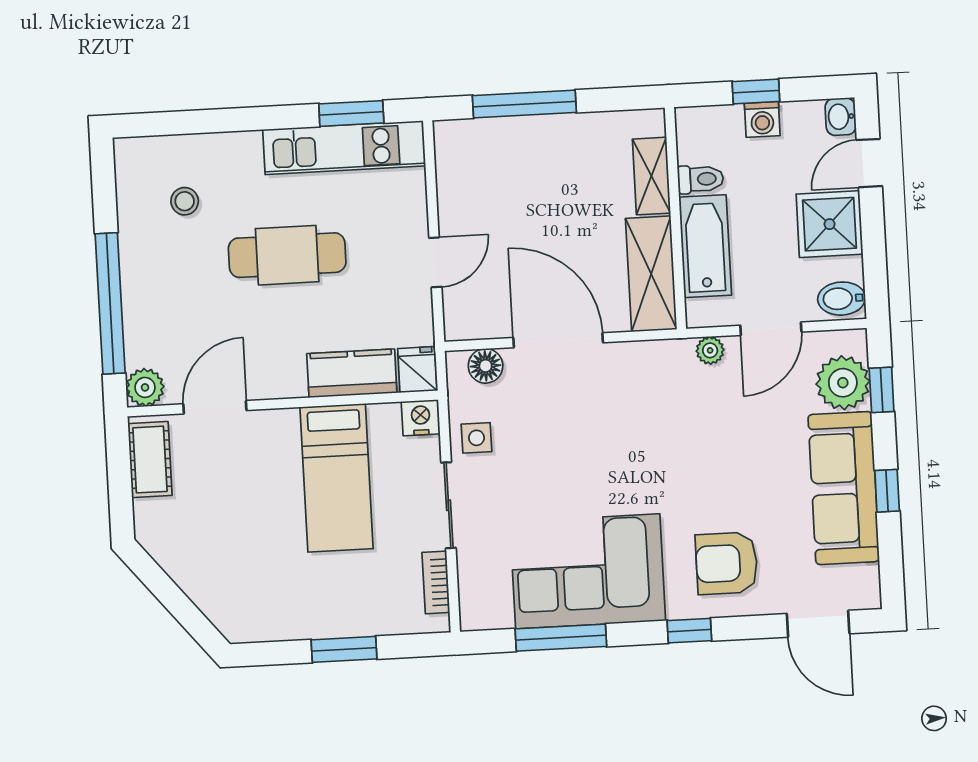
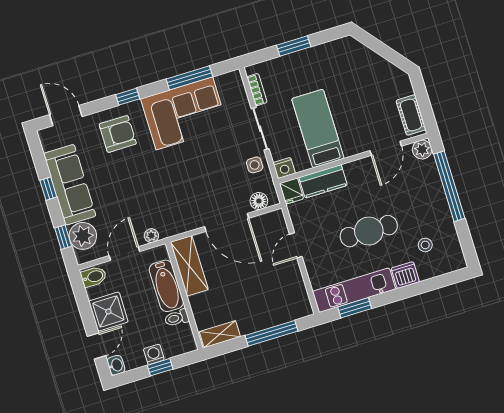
dishwasher: (238, 153) -> (405, 275), added
shelving: (651, 176) -> (220, 334), moved, turned 90

